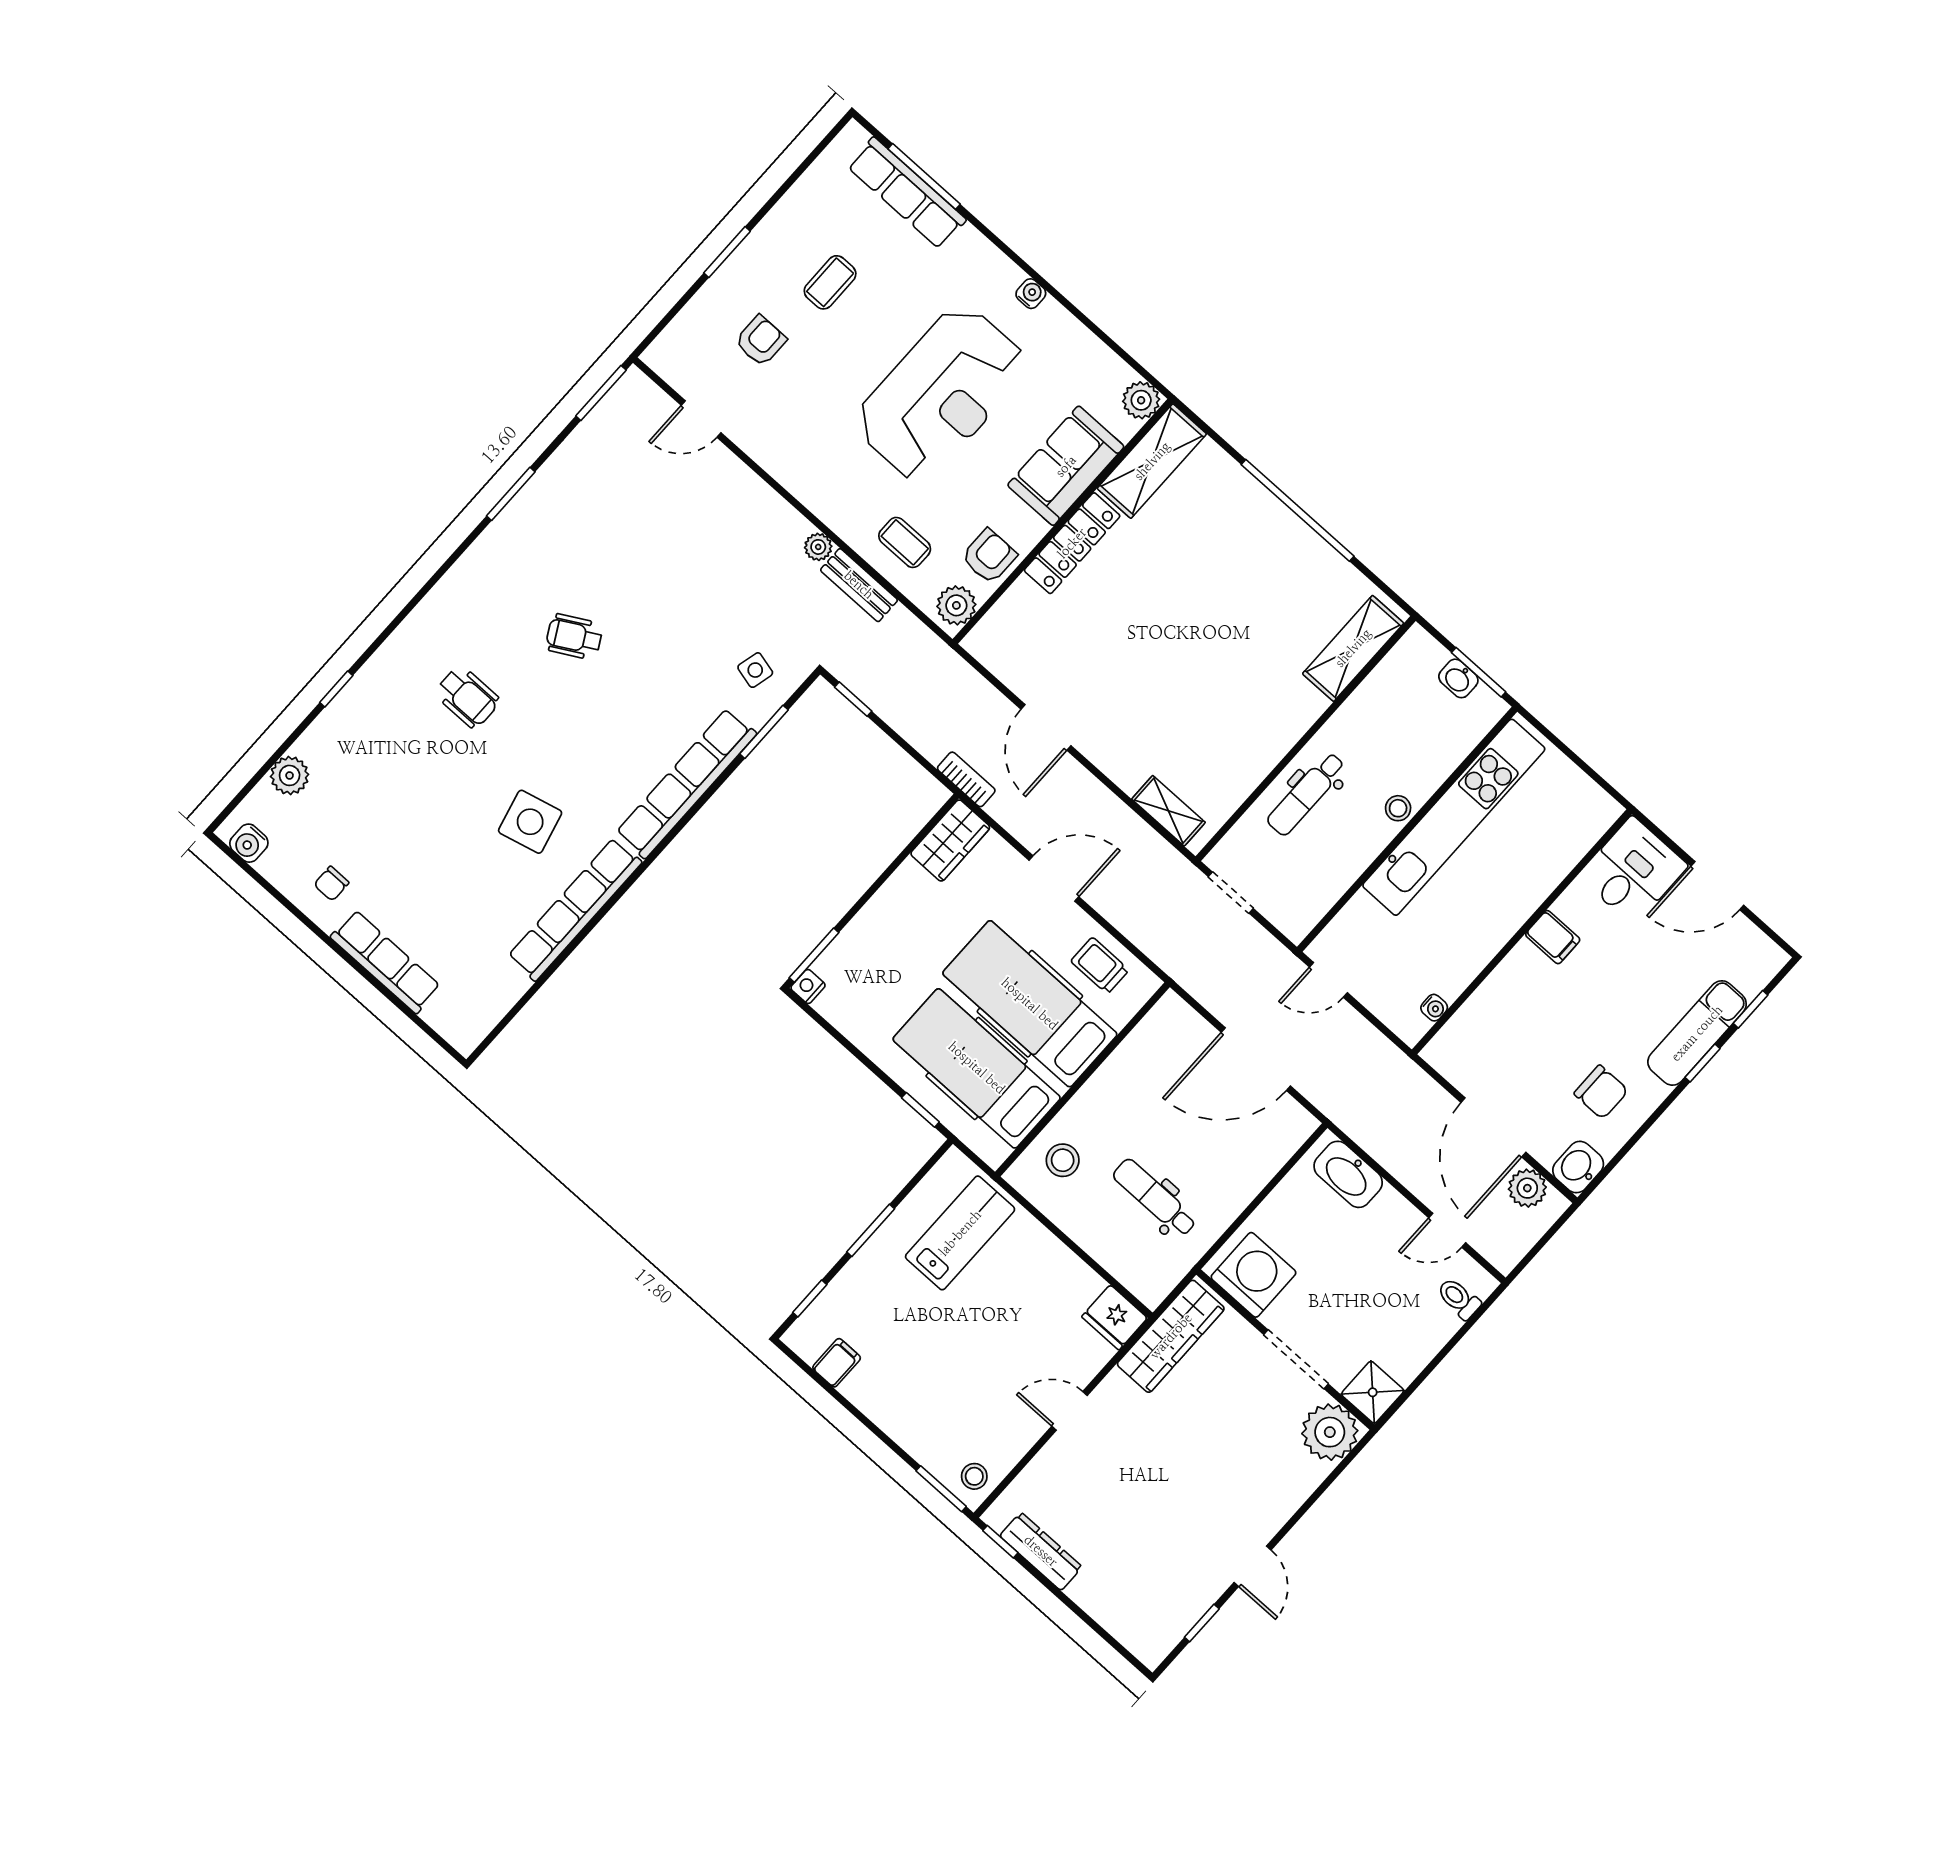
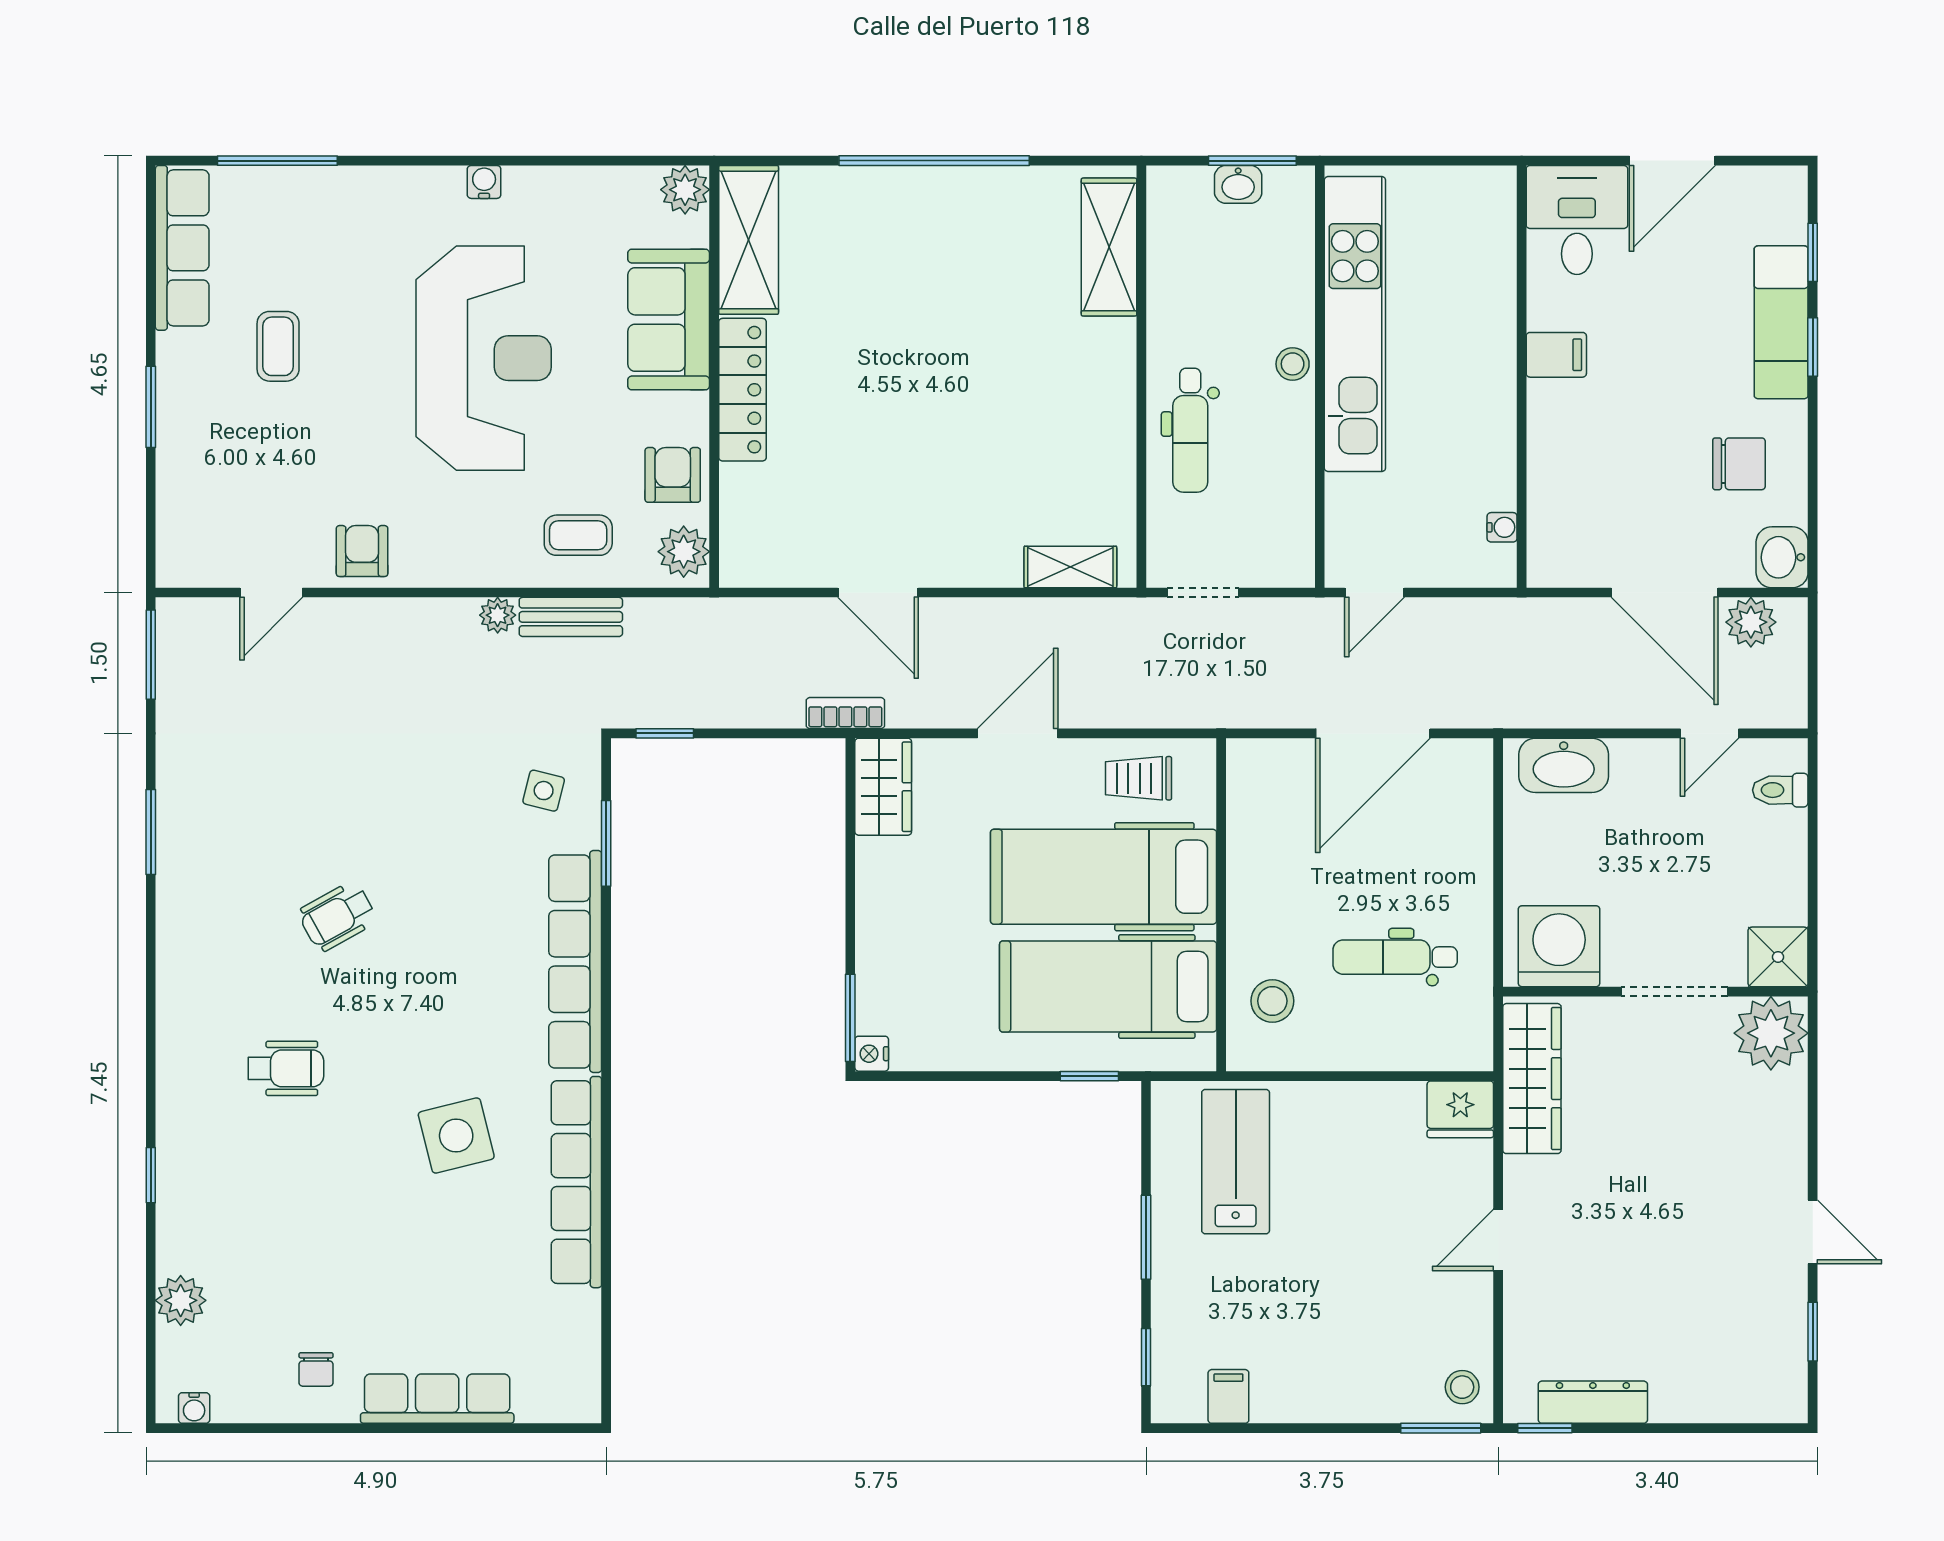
row of seats: (907, 193) -> (182, 248), moved, turned -90
armchair: (761, 341) -> (362, 551), moved
water cooler: (249, 843) -> (194, 1408), width x0.72, depth x0.72

